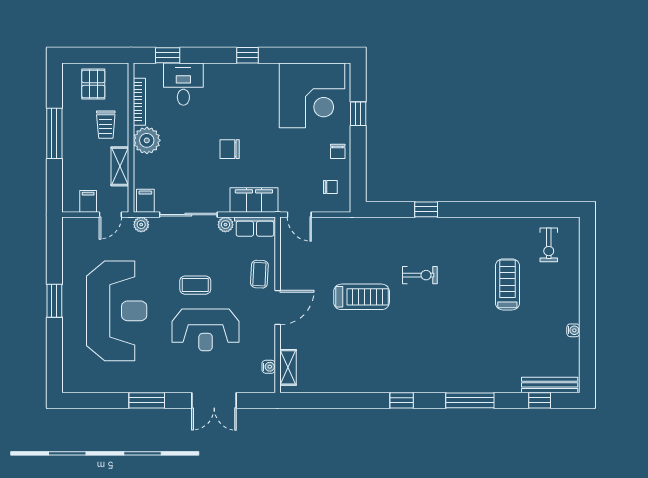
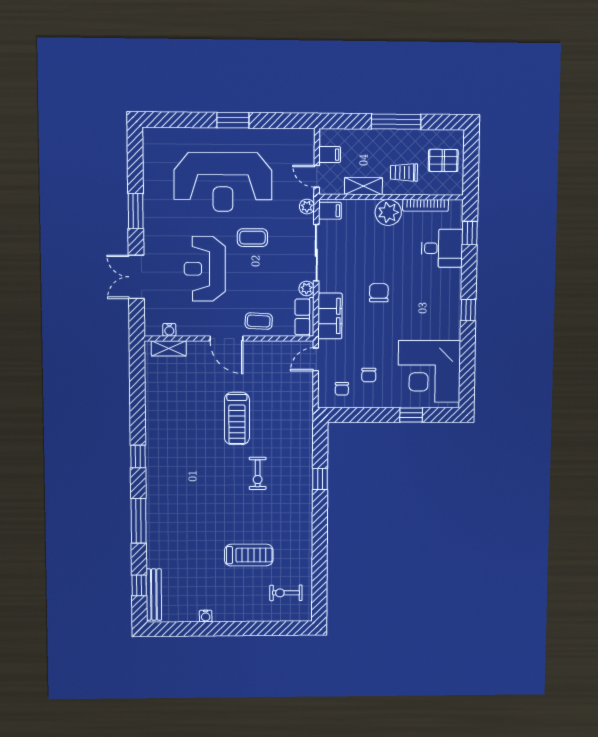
chair: (338, 151) -> (369, 375), moved, turned -90
coffee table: (195, 285) -> (252, 238), moved, turned 90

